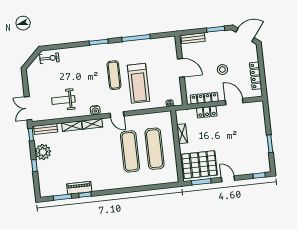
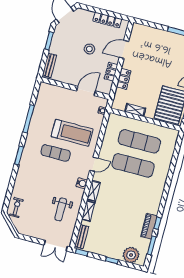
door: (181, 68) -> (86, 91), moved
locker: (204, 98) -> (111, 72), width x0.66
plant: (43, 152) -> (131, 255), moved

